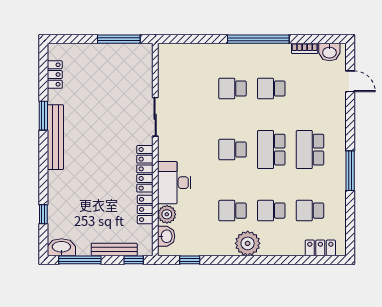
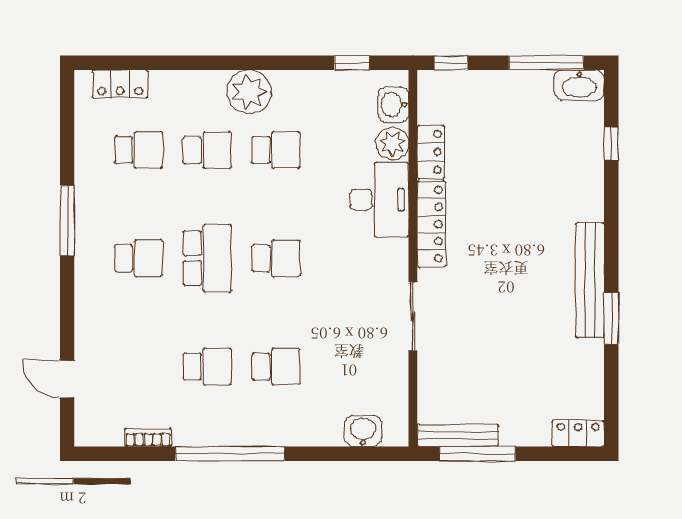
washbasin: (329, 52) -> (363, 431), moved
locker: (55, 75) -> (578, 434), moved, turned 90
school desk: (310, 150) -> (138, 258), width x0.54
bench: (114, 249) -> (458, 435), moved

